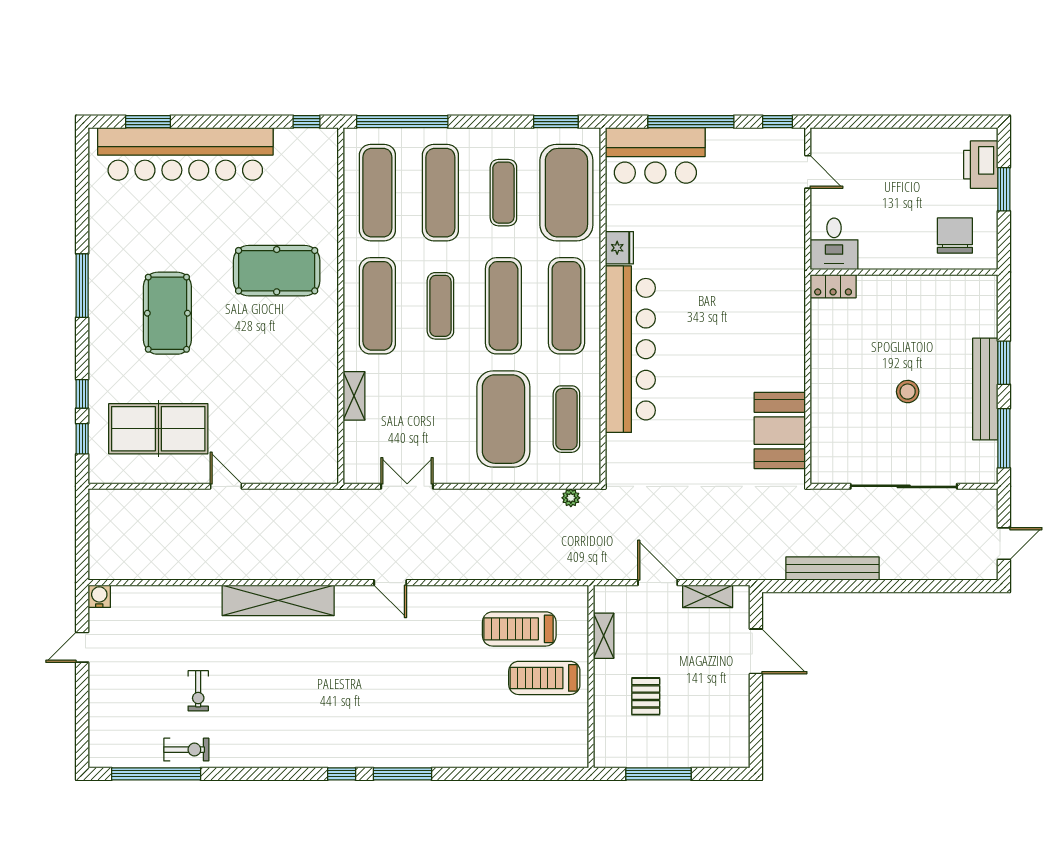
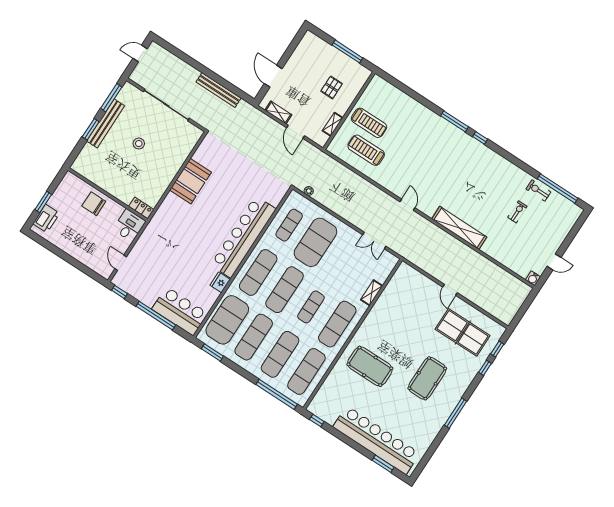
exercise mat: (503, 193) -> (254, 337), width x1.36, depth x1.45
chair: (955, 235) -> (94, 204), moved, turned 90
booth: (780, 431) -> (191, 181), moved
treadmill: (519, 629) -> (366, 150), turned 180

